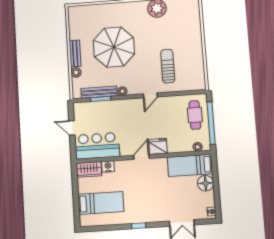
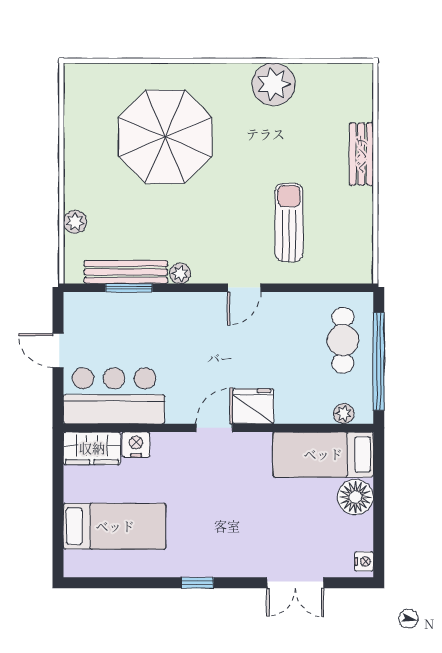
parasol: (114, 47) -> (165, 137), moved
bench: (75, 53) -> (361, 154), moved

